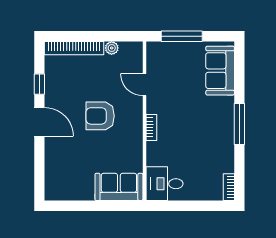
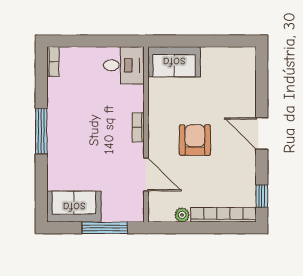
sofa: (220, 71) -> (74, 207), moved, turned -90
window: (39, 84) -> (262, 196), moved
door: (144, 85) -> (146, 174), width x1.38
armchair: (100, 116) -> (195, 140), turned -90

